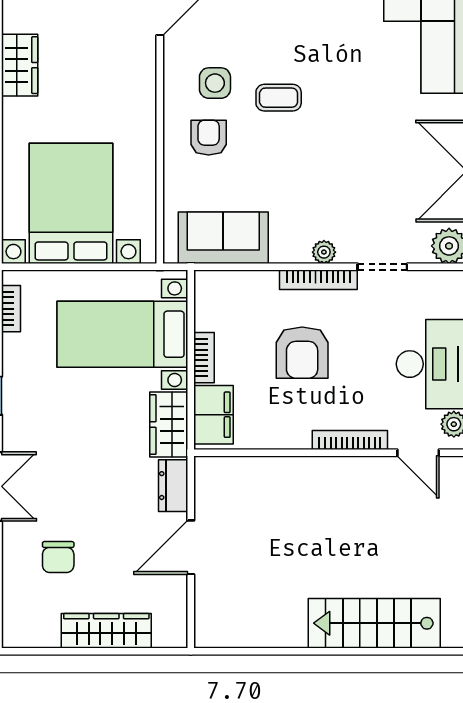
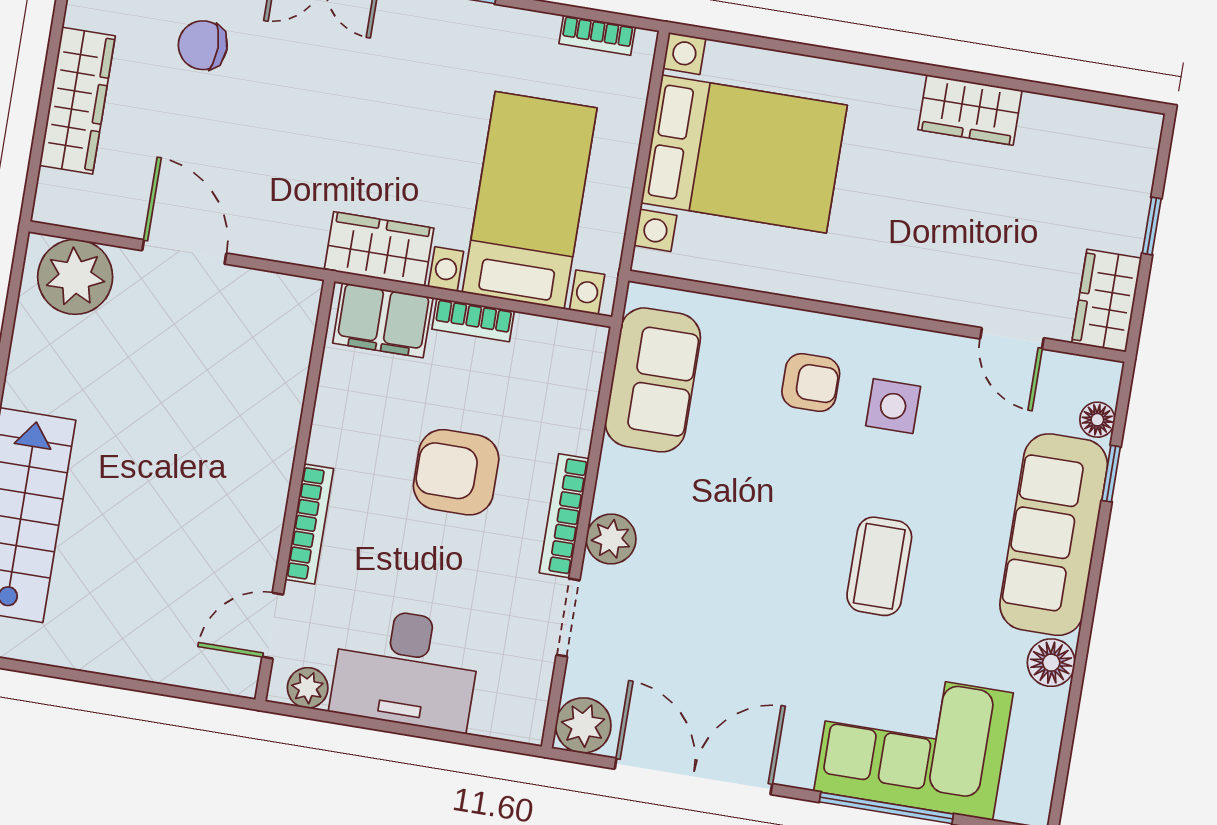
coffee table: (279, 98) -> (879, 566), moved, width x1.36, depth x1.30
plant: (324, 252) -> (611, 539), width x1.38, depth x1.38
dresser: (173, 486) -> (284, 240), removed
plant: (218, 614) -> (75, 277), added

